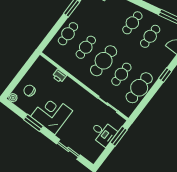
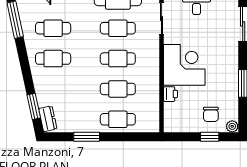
cafe table: (104, 61) -> (118, 59), width x0.73, depth x0.74
window: (17, 80) -> (210, 137), added
corner desk: (52, 114) -> (184, 65), moved, turned 180

